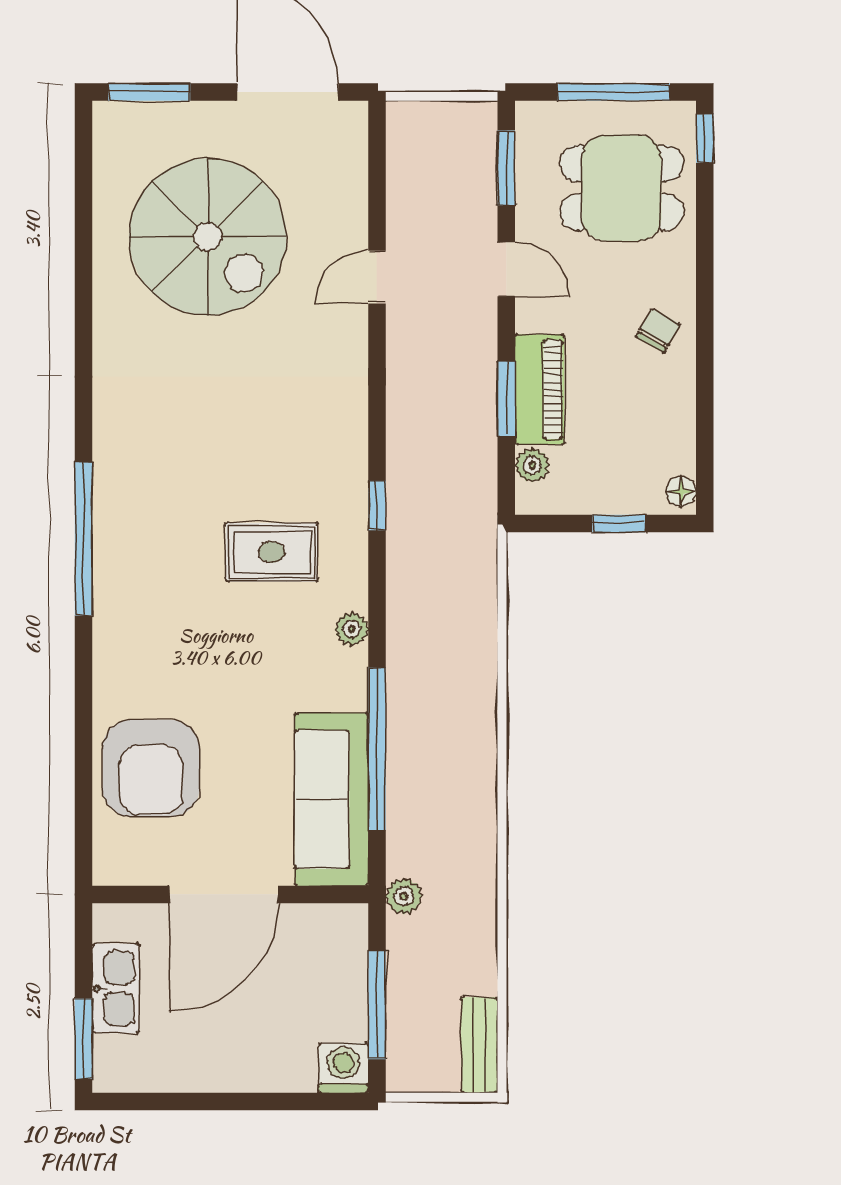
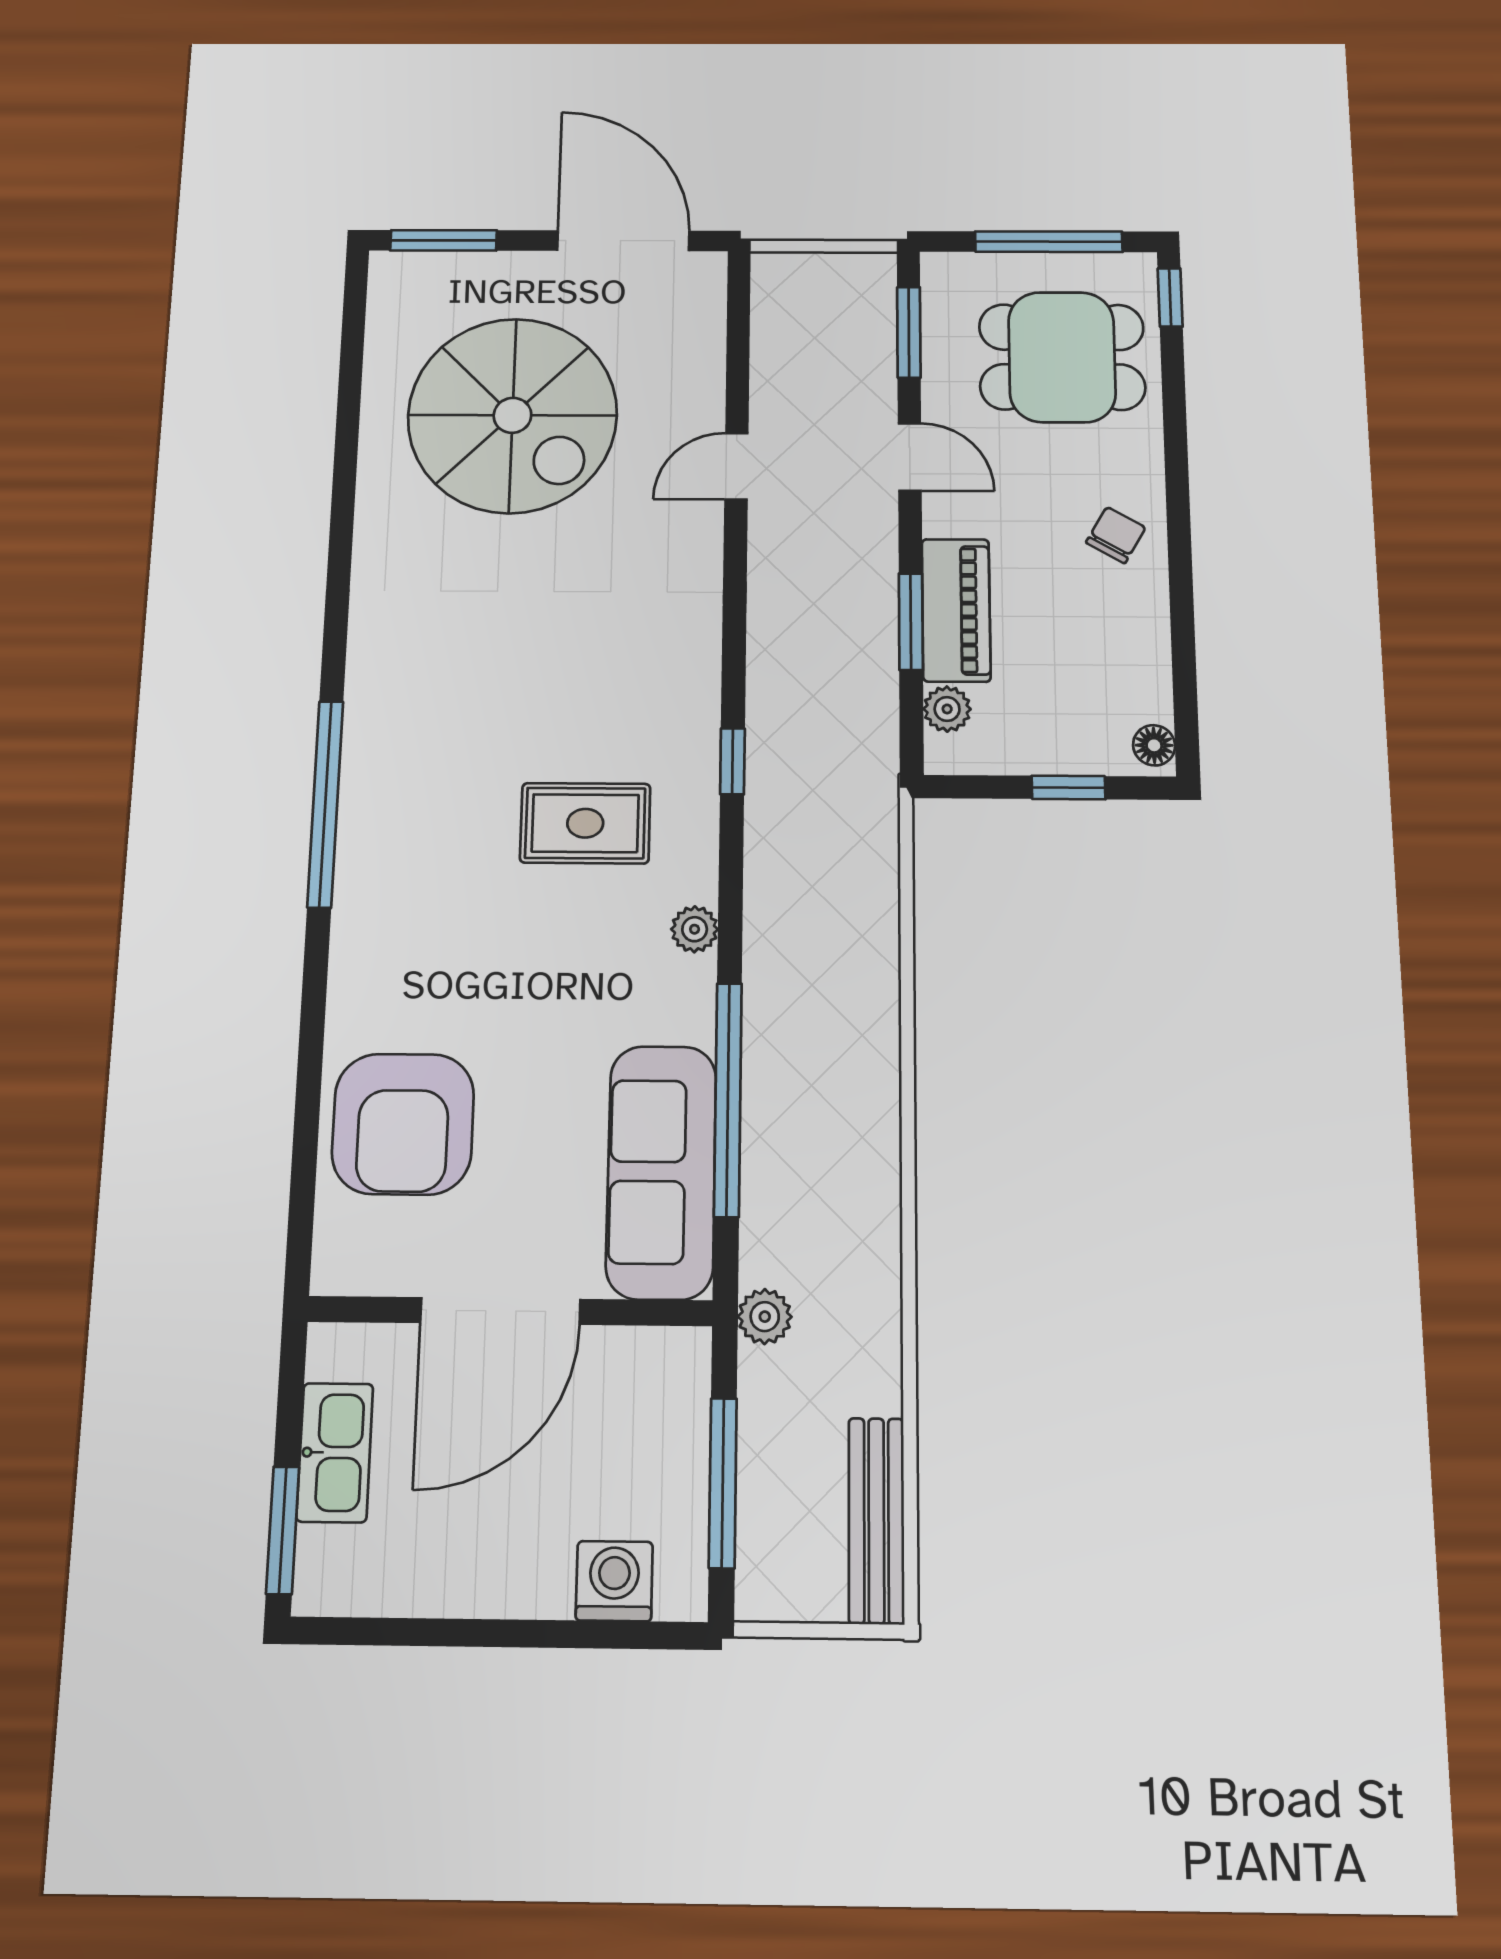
bench: (479, 1045) -> (876, 1520), width x1.36
washing machine: (343, 1068) -> (614, 1581), moved

